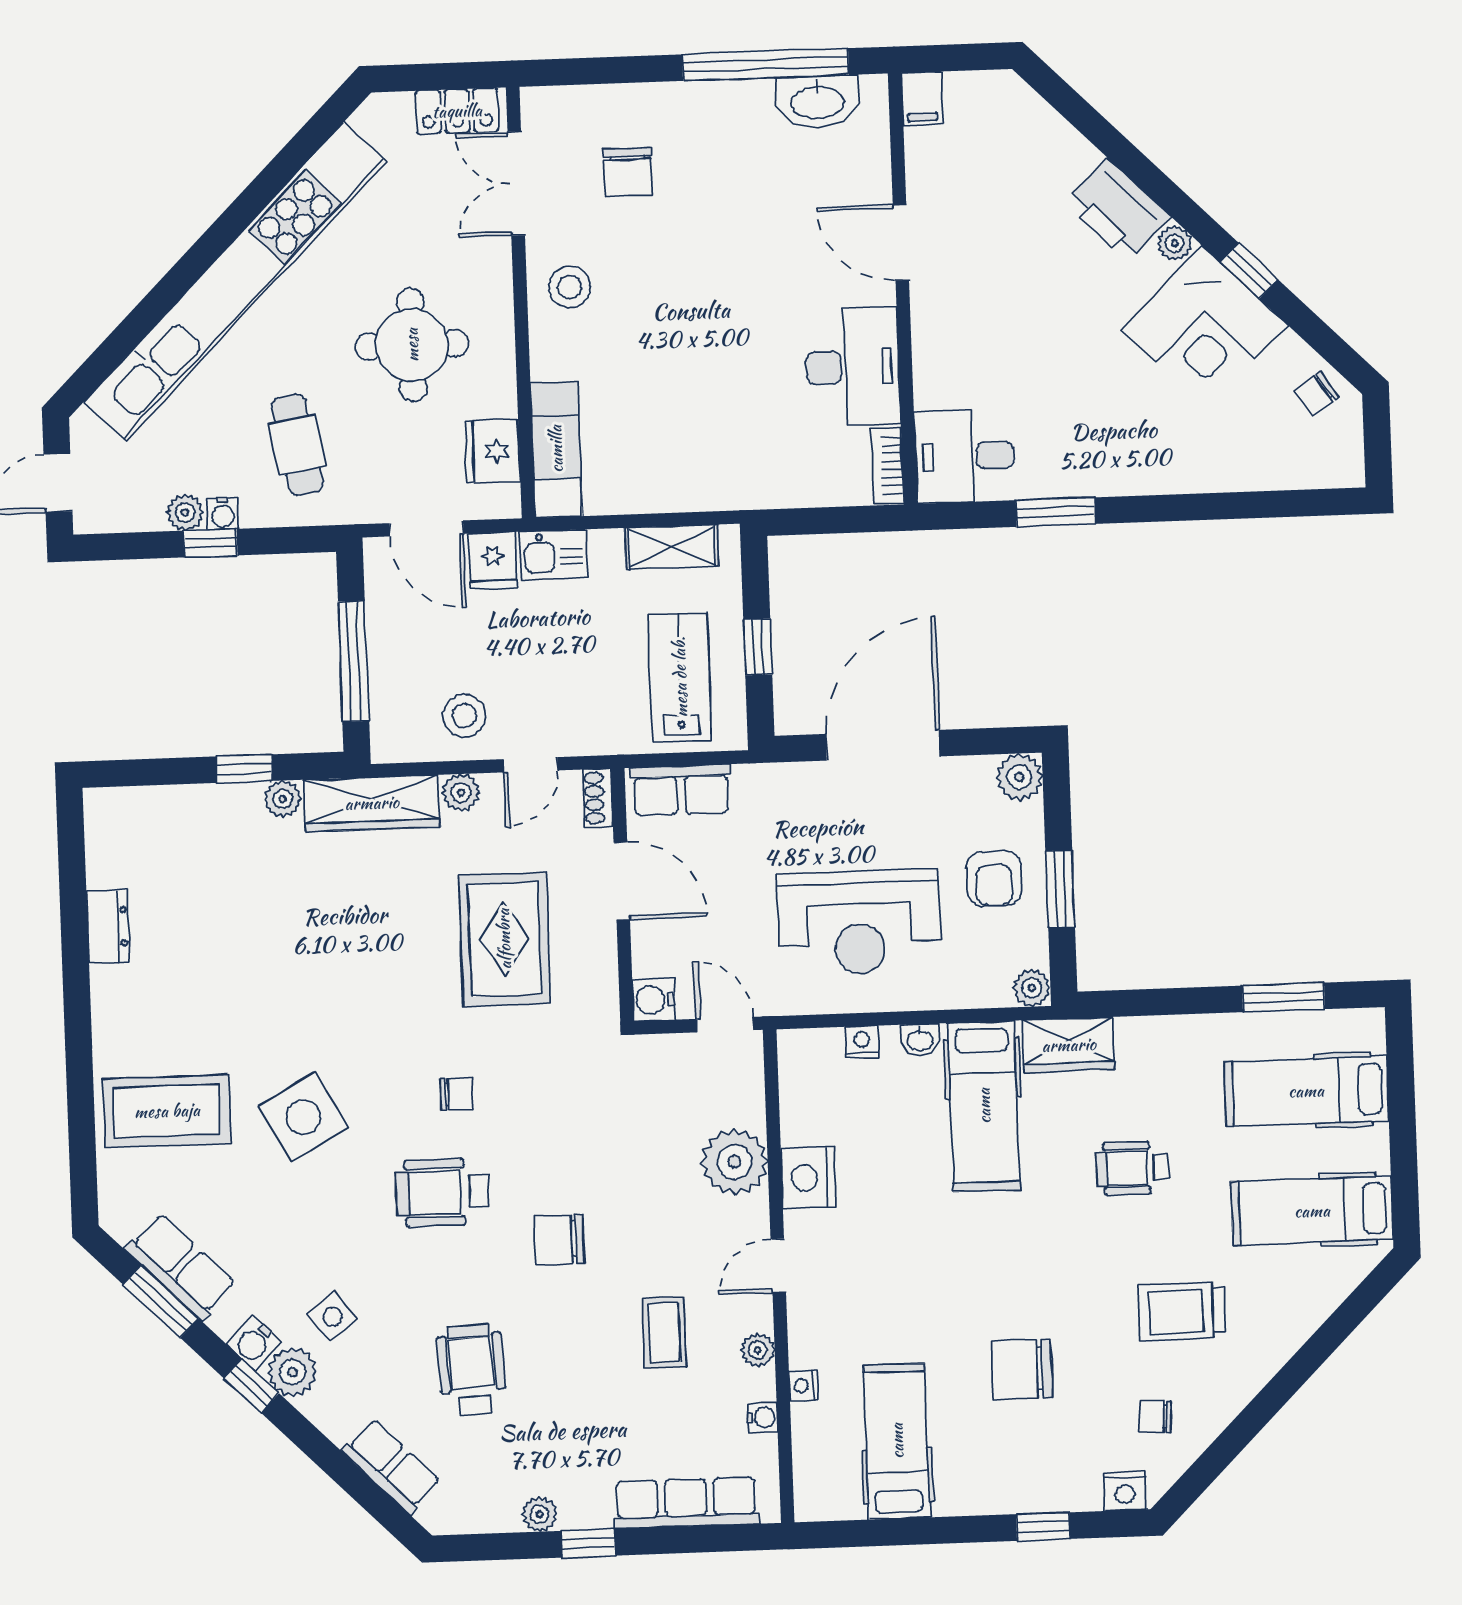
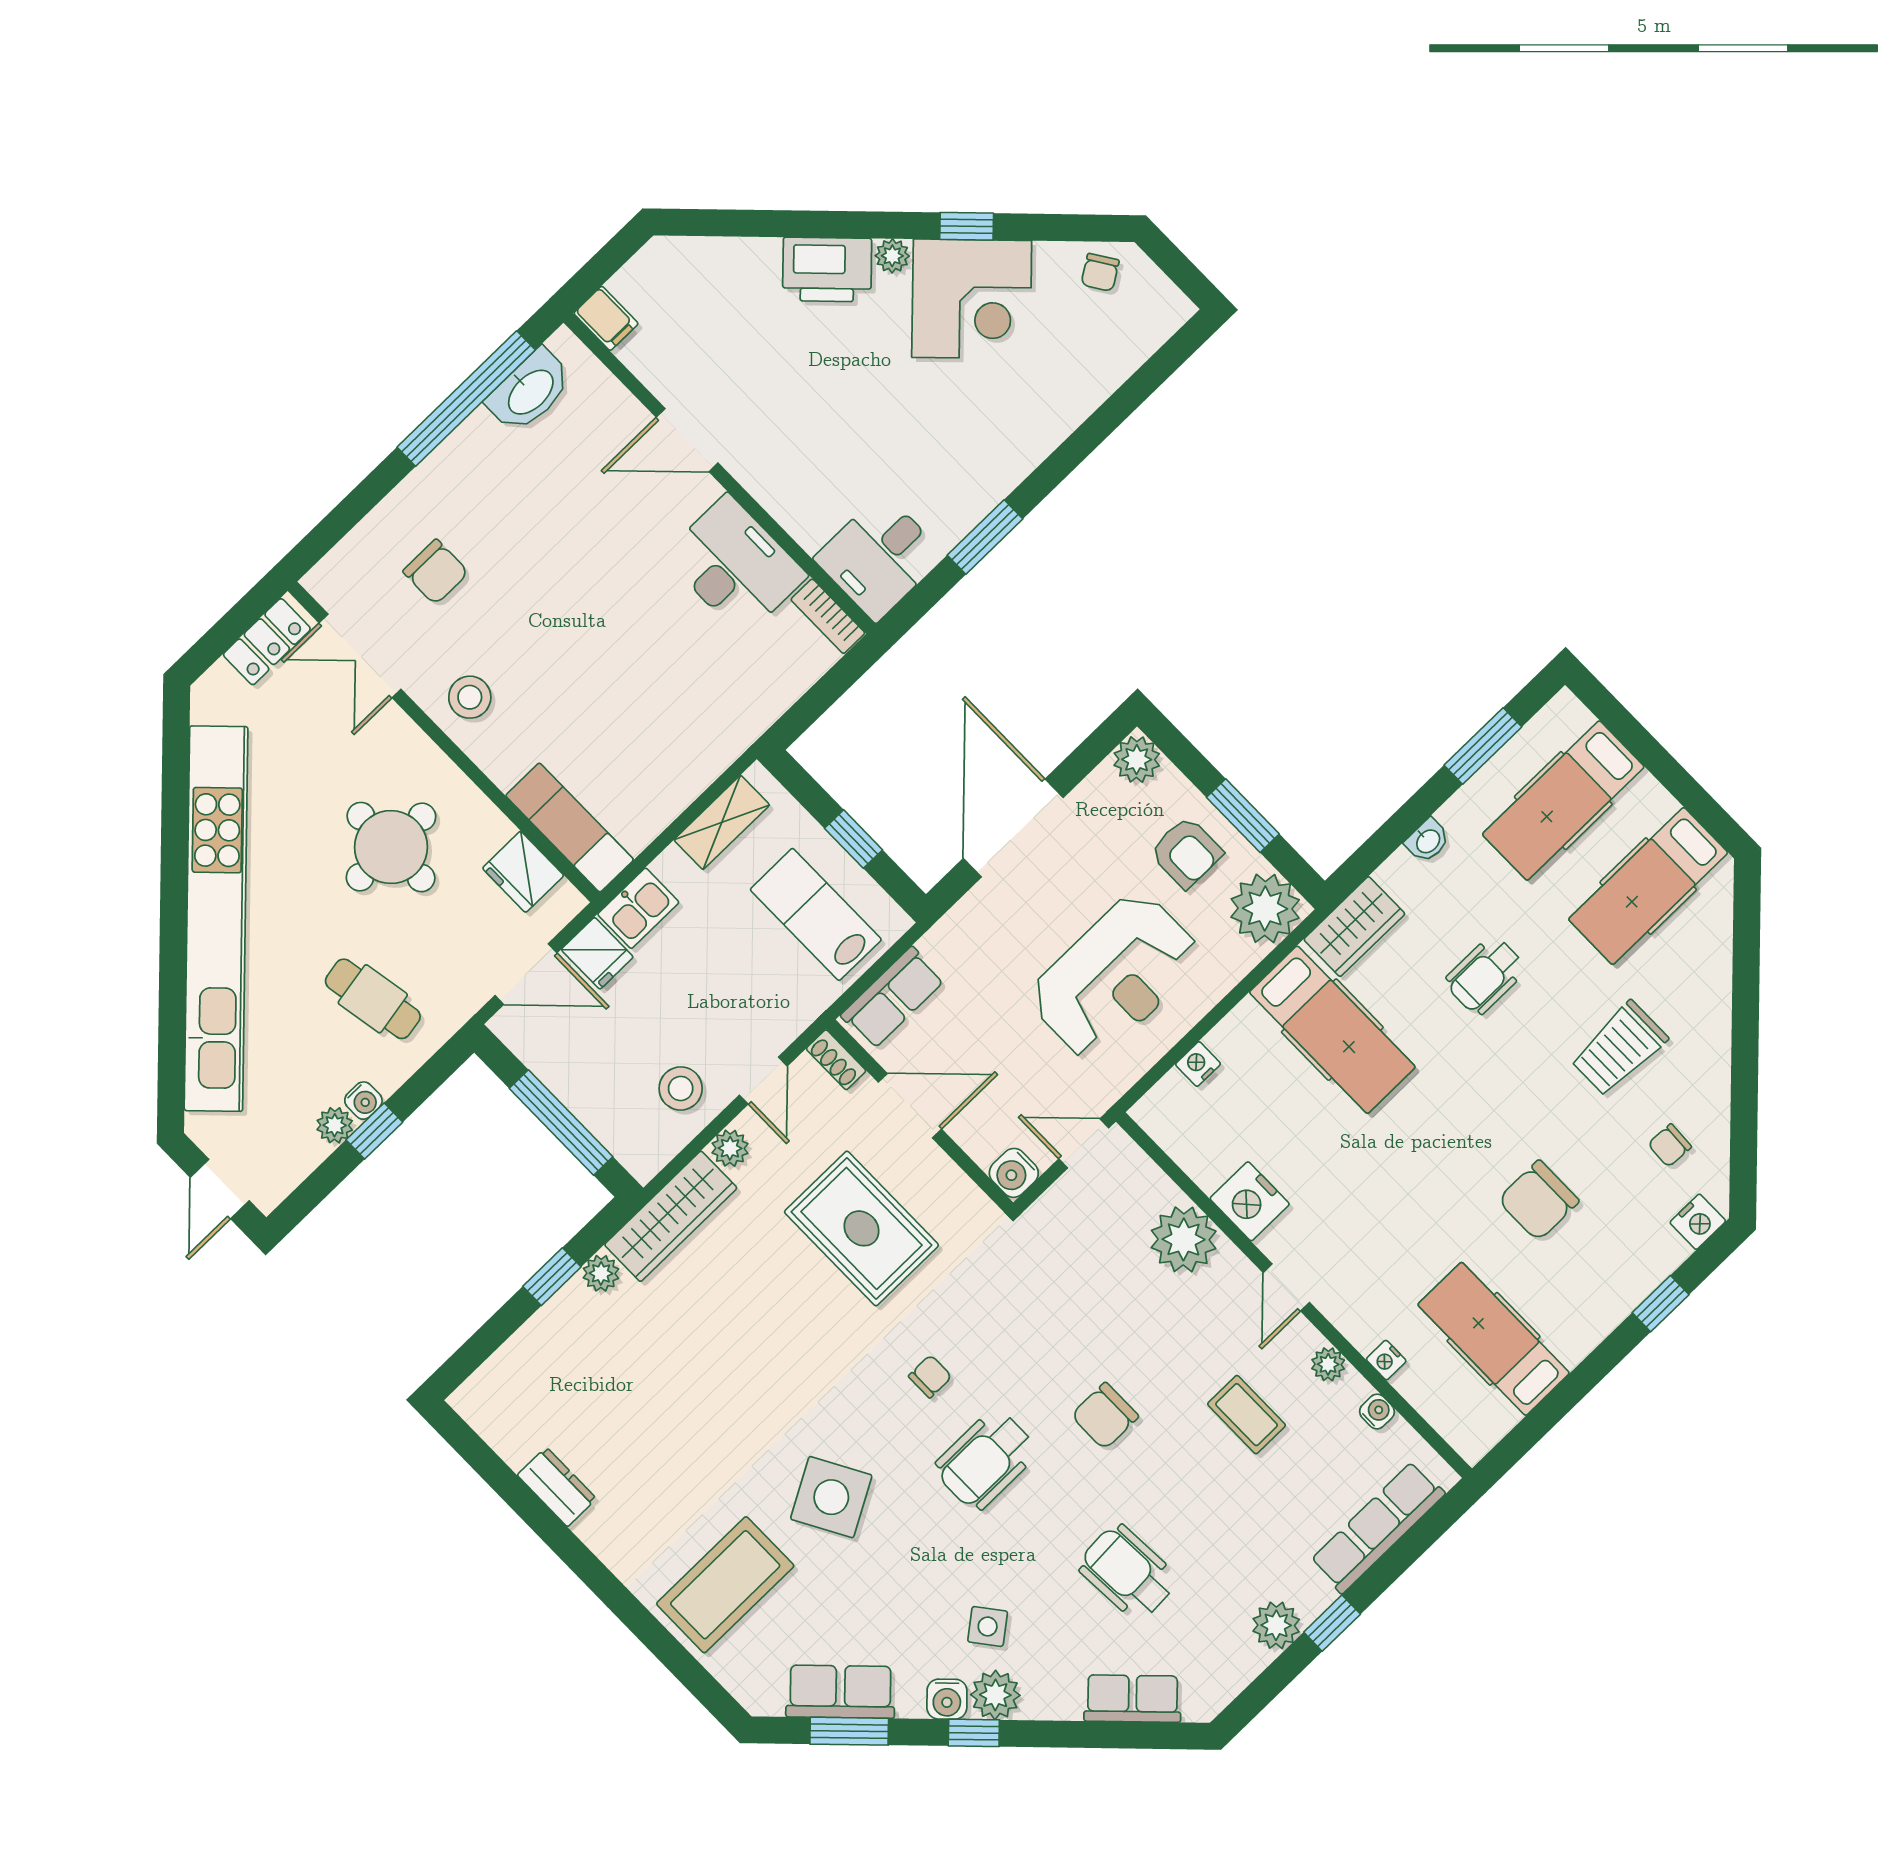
plant: (1032, 988) -> (1265, 908), width x1.88, depth x1.88
washbasin: (920, 1040) -> (1428, 841), moved
plant: (540, 1514) -> (1276, 1625), width x1.38, depth x1.38

